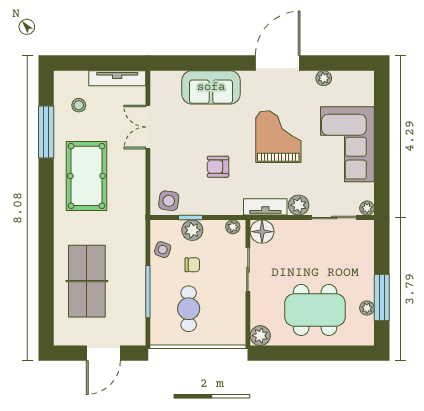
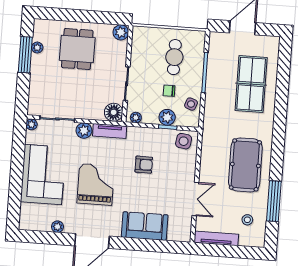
grand piano: (278, 137) -> (96, 184), turned 180
dining table: (315, 310) -> (77, 49), width x0.73

